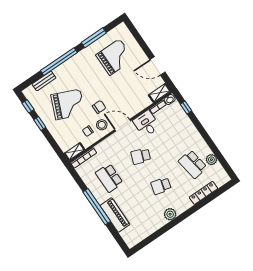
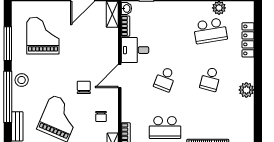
stool: (102, 125) -> (22, 80), moved

